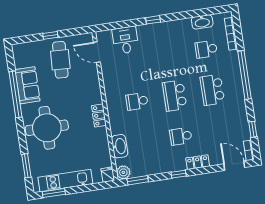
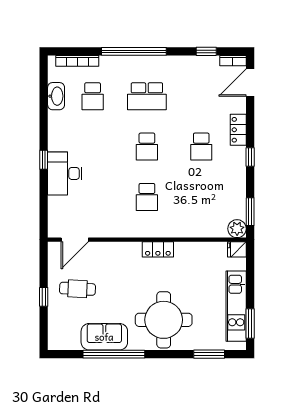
desk: (125, 40) -> (65, 173), moved, width x1.37
cafe table: (60, 60) -> (78, 289), width x0.73, depth x0.74
school desk: (175, 96) -> (147, 147), width x0.54
washbasin: (120, 146) -> (202, 229), removed

